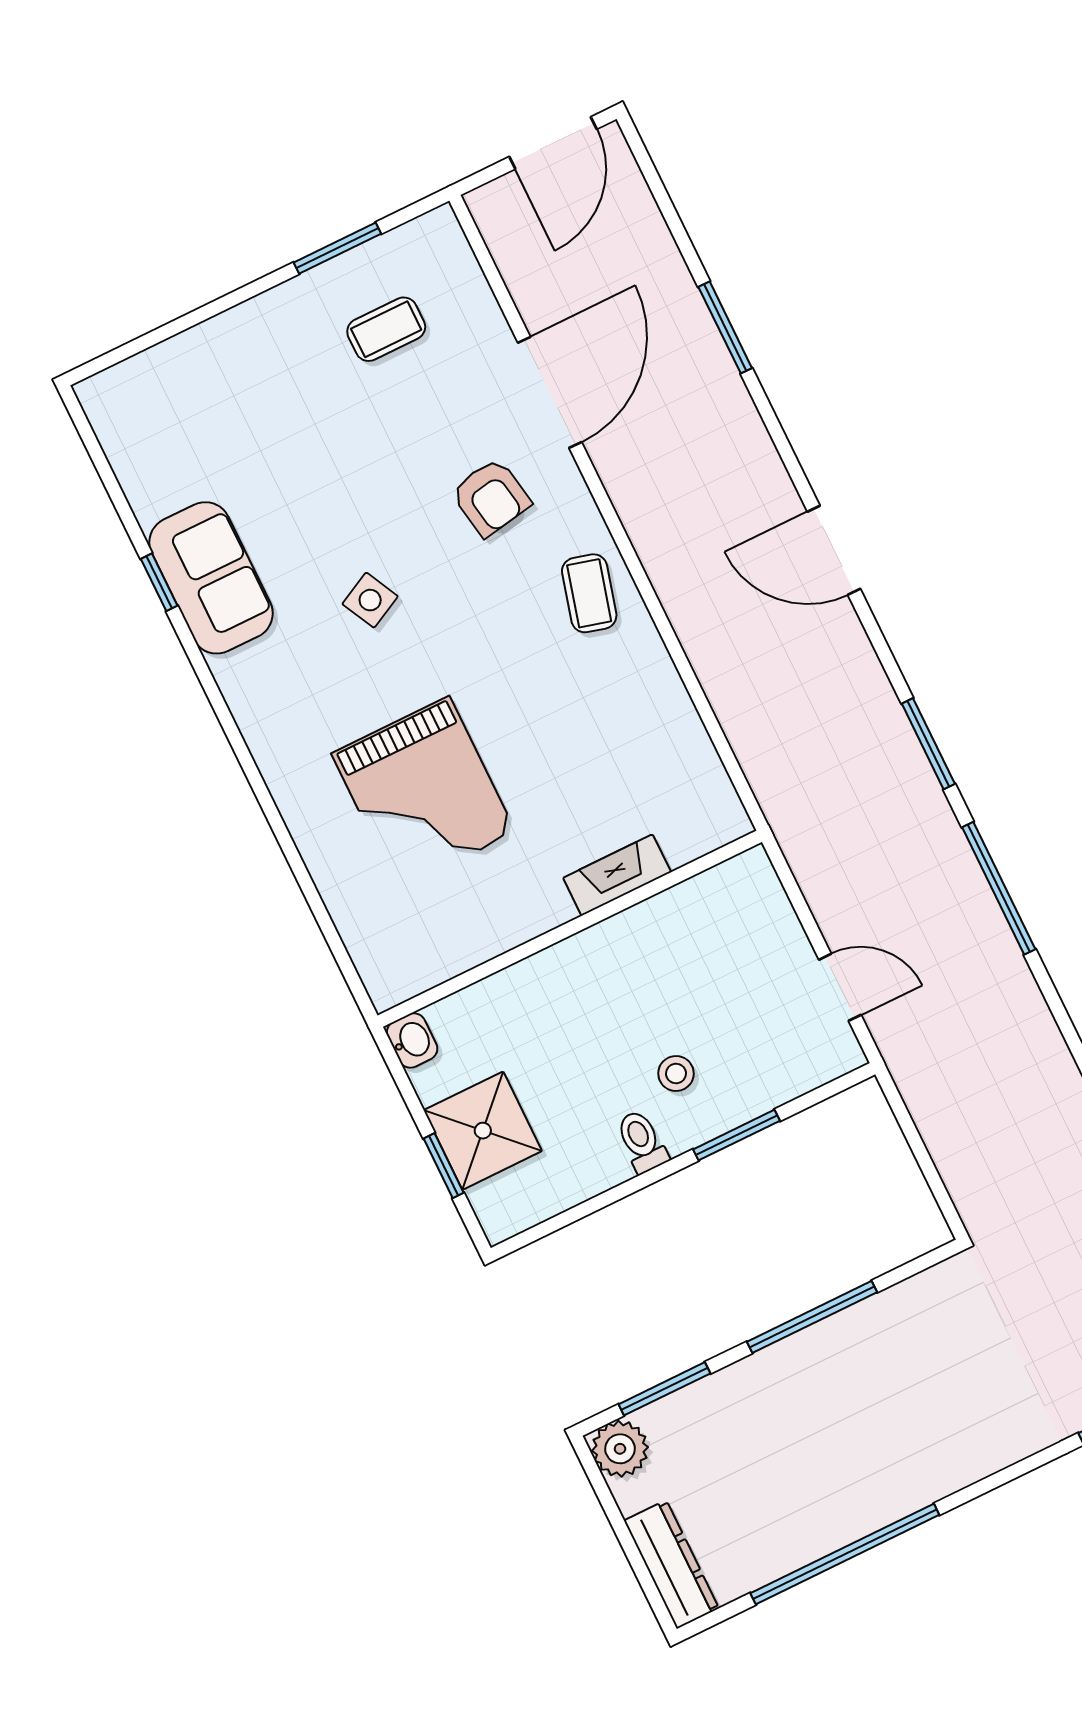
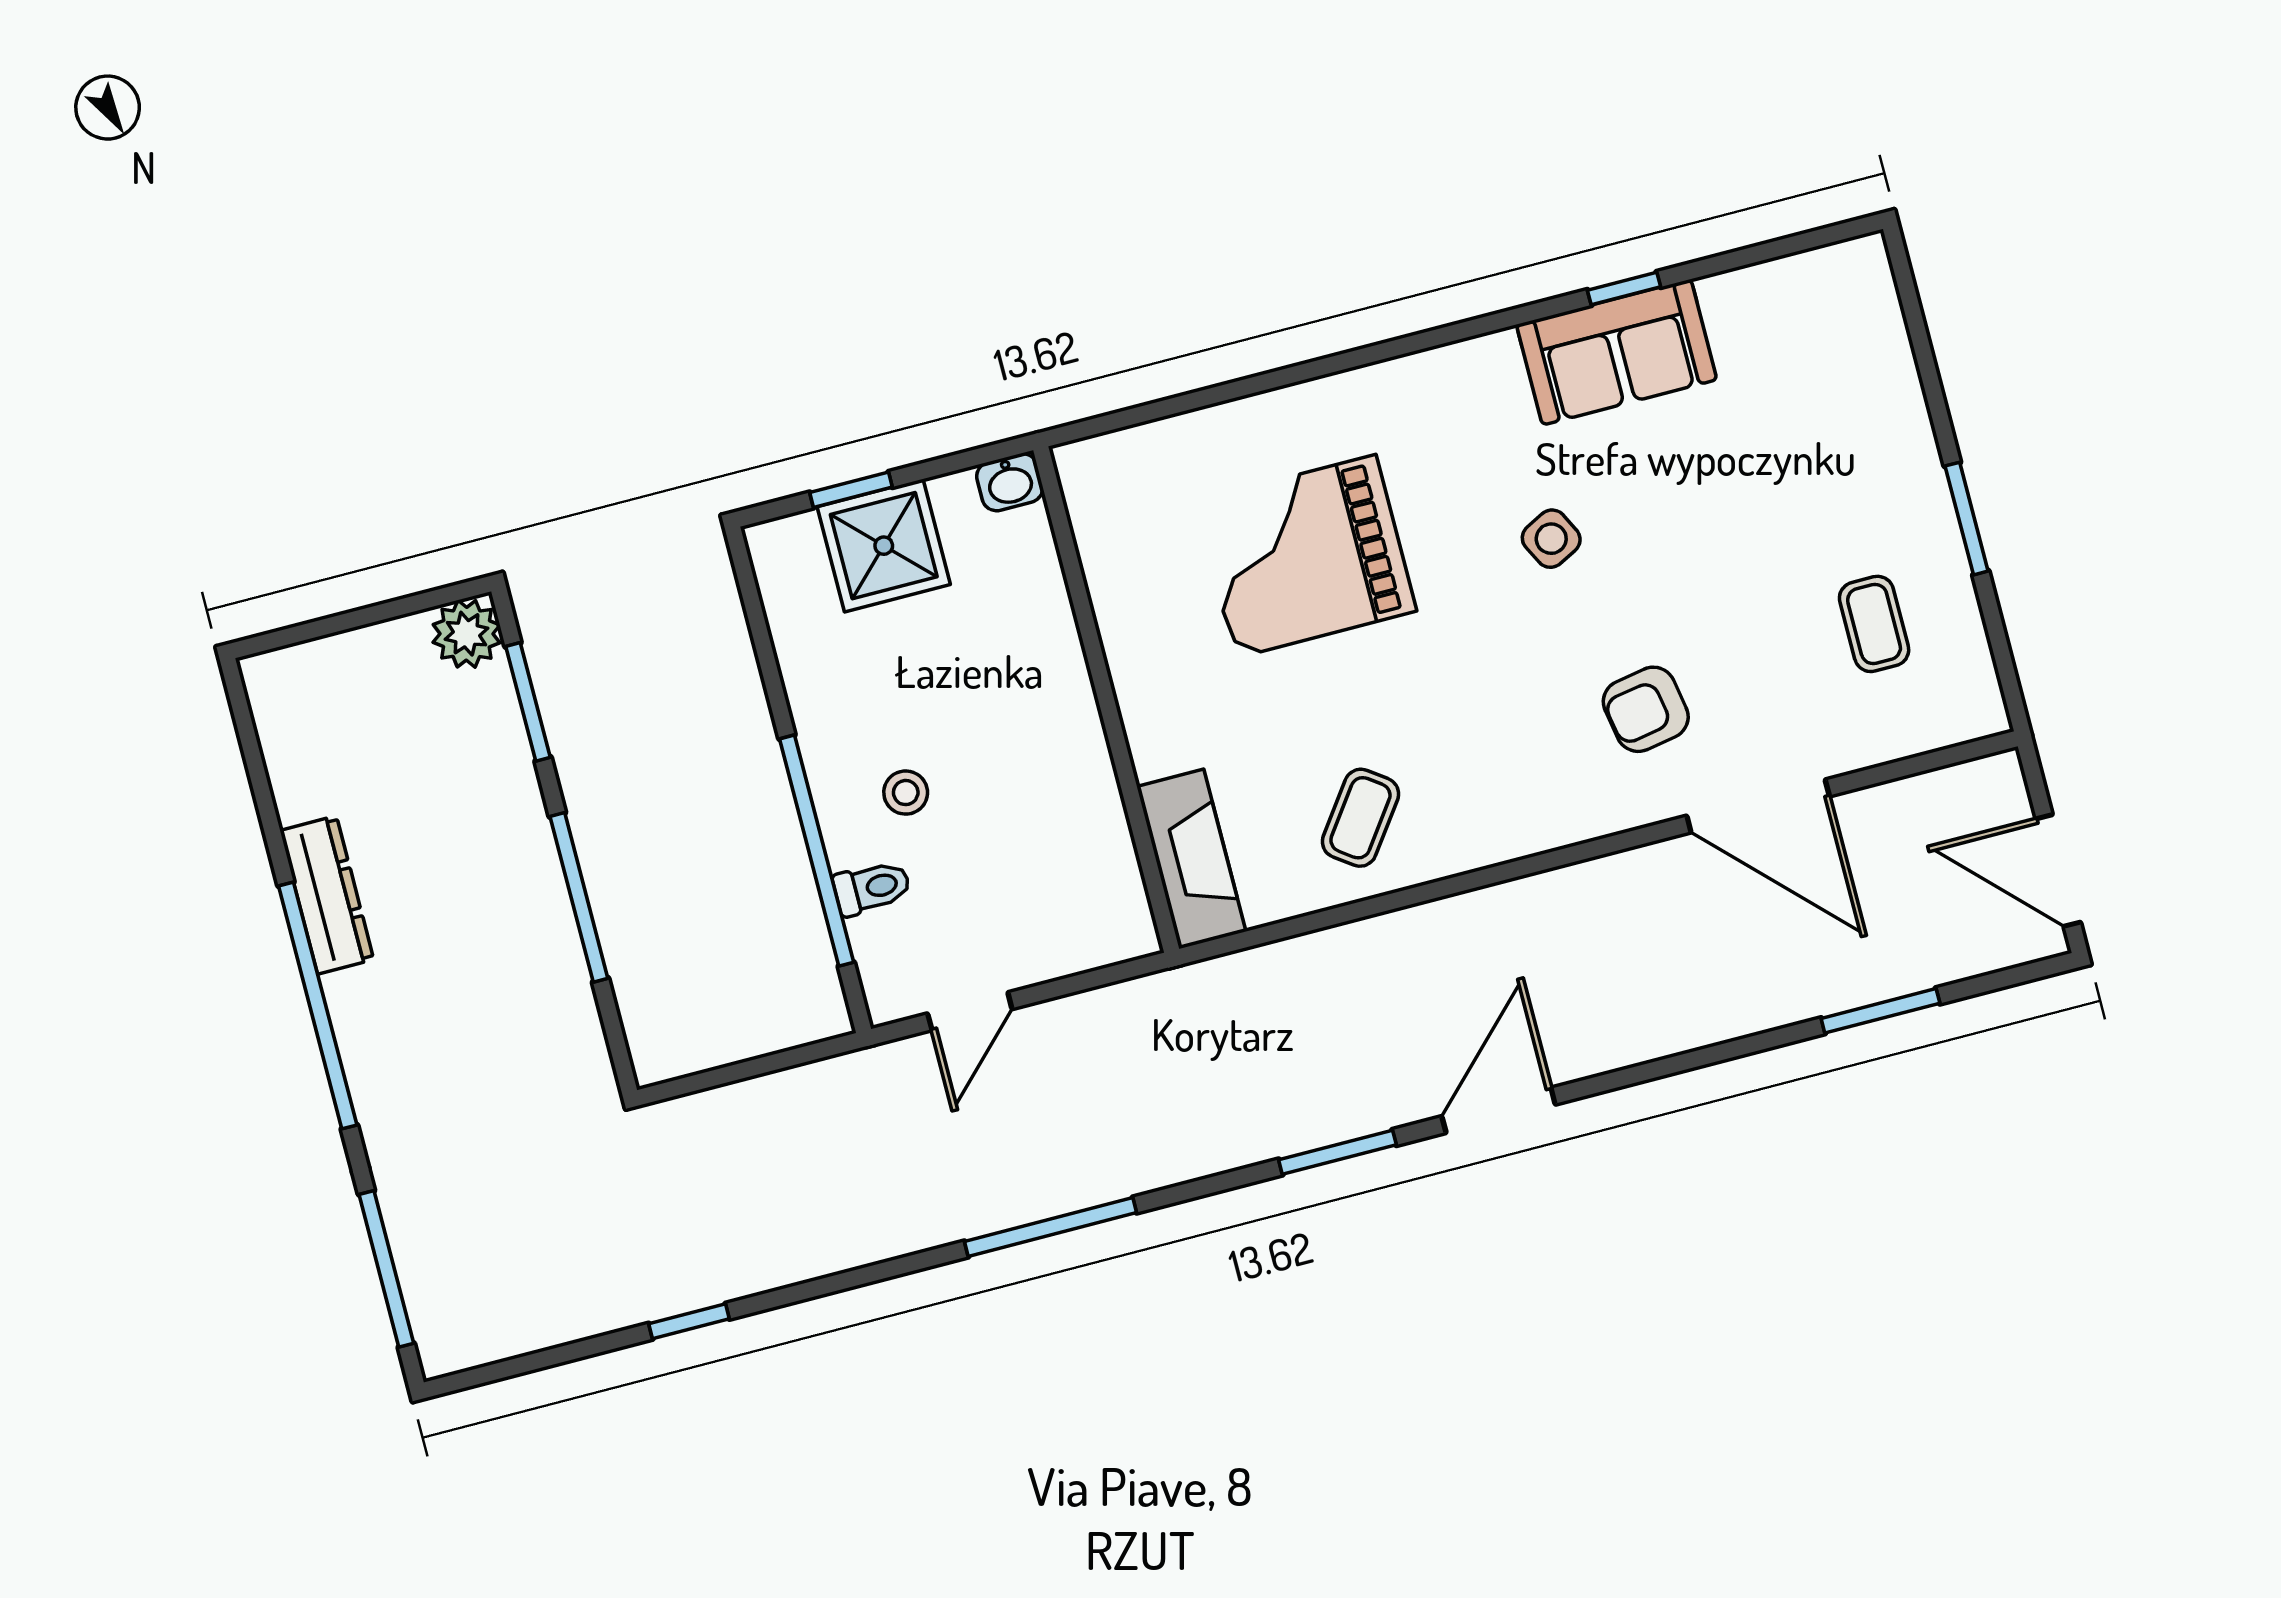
window: (337, 248) -> (1967, 519), moved
window: (725, 327) -> (1880, 1011), moved
coffee table: (589, 593) -> (1360, 818), moved, turned -69
window: (928, 744) -> (1337, 1152), moved
fireplace: (617, 875) -> (1191, 859), moved, width x1.37, depth x1.32
window: (736, 1135) -> (817, 851), width x2.11
toilet: (642, 1141) -> (872, 888), moved
window: (845, 1554) -> (318, 1005), moved
dresser: (671, 1564) -> (327, 895), moved, turned -90

